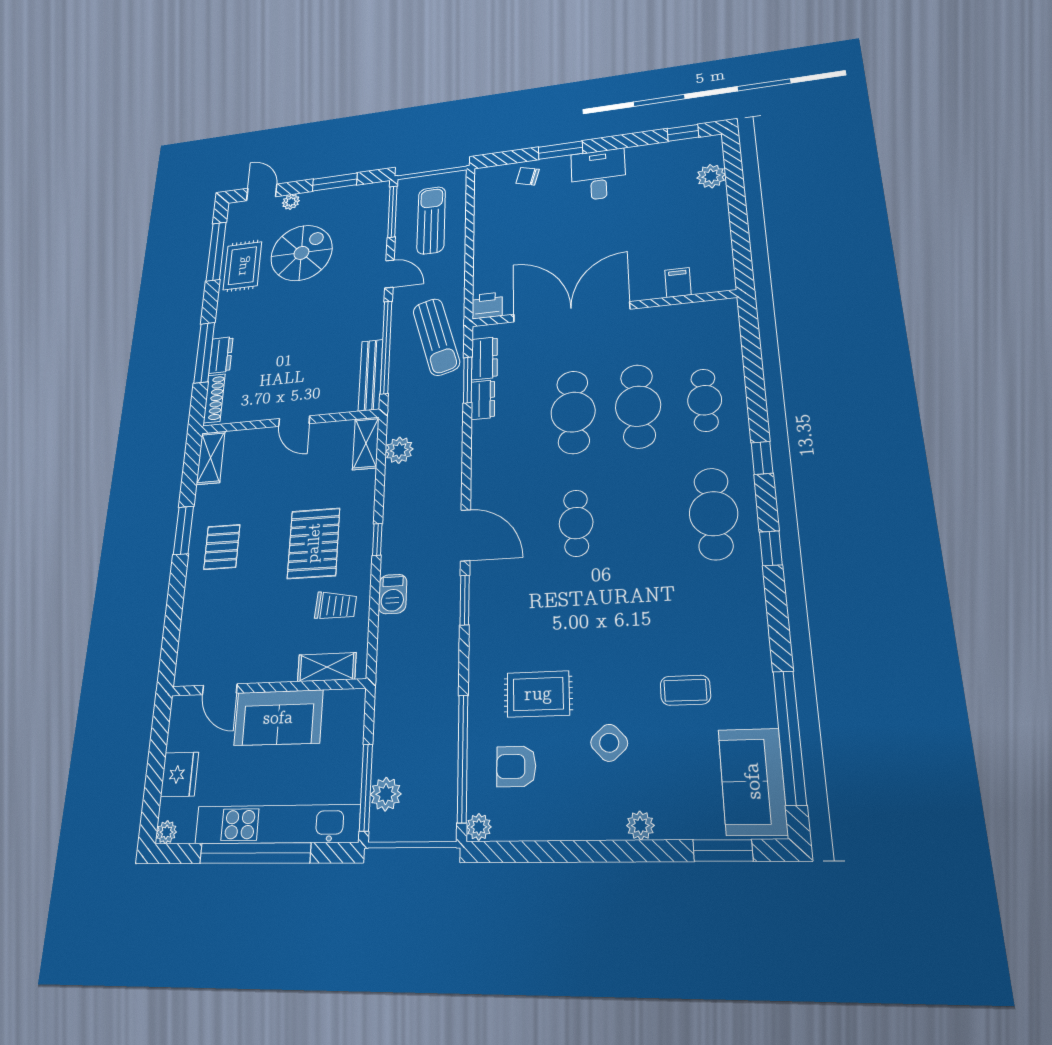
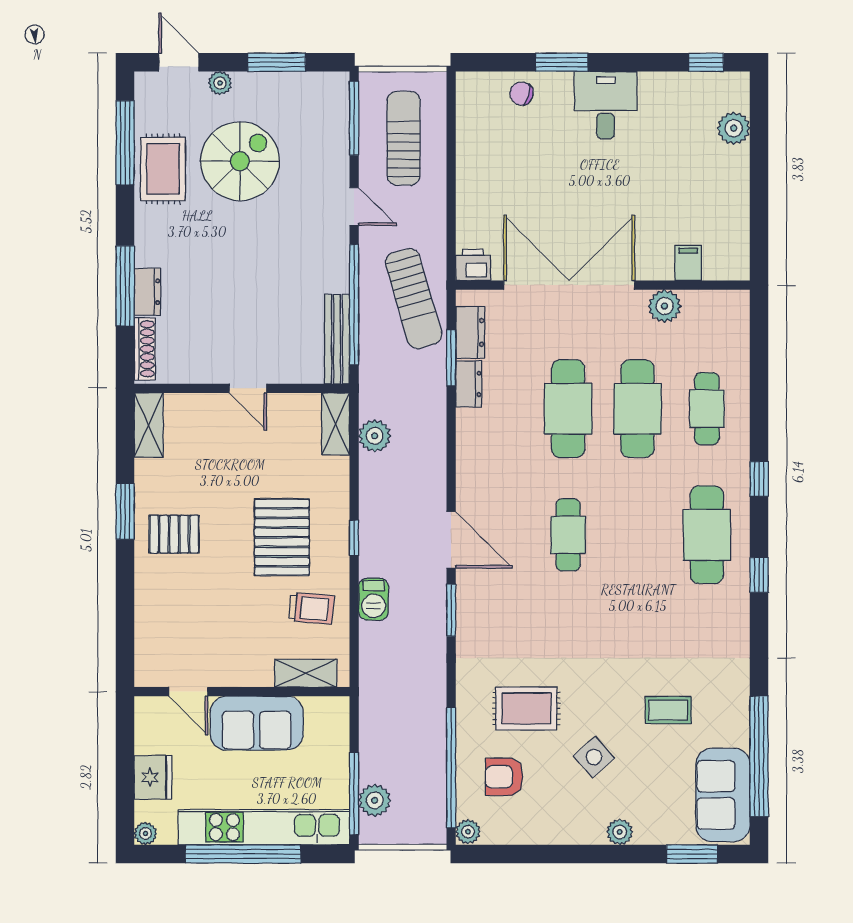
plant: (658, 319) -> (665, 306), added
pallet: (222, 547) -> (174, 534), turned 90

